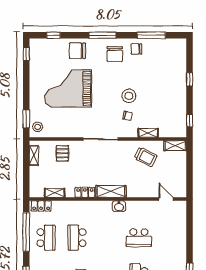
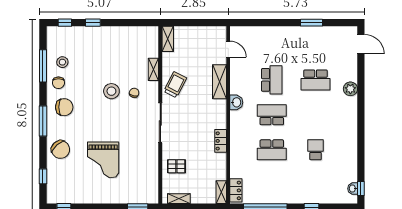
chair: (77, 51) -> (60, 149), turned -42
grand piano: (68, 89) -> (103, 160), width x0.73, depth x0.68
window: (190, 121) -> (65, 23), moved
stool: (38, 127) -> (62, 62), moved
trolley: (146, 157) -> (175, 85), moved
shelving: (111, 191) -> (220, 82), moved
shelving: (55, 193) -> (221, 192), moved
door: (166, 199) -> (228, 49), swing flipped
school desk: (46, 238) -> (272, 115), moved

